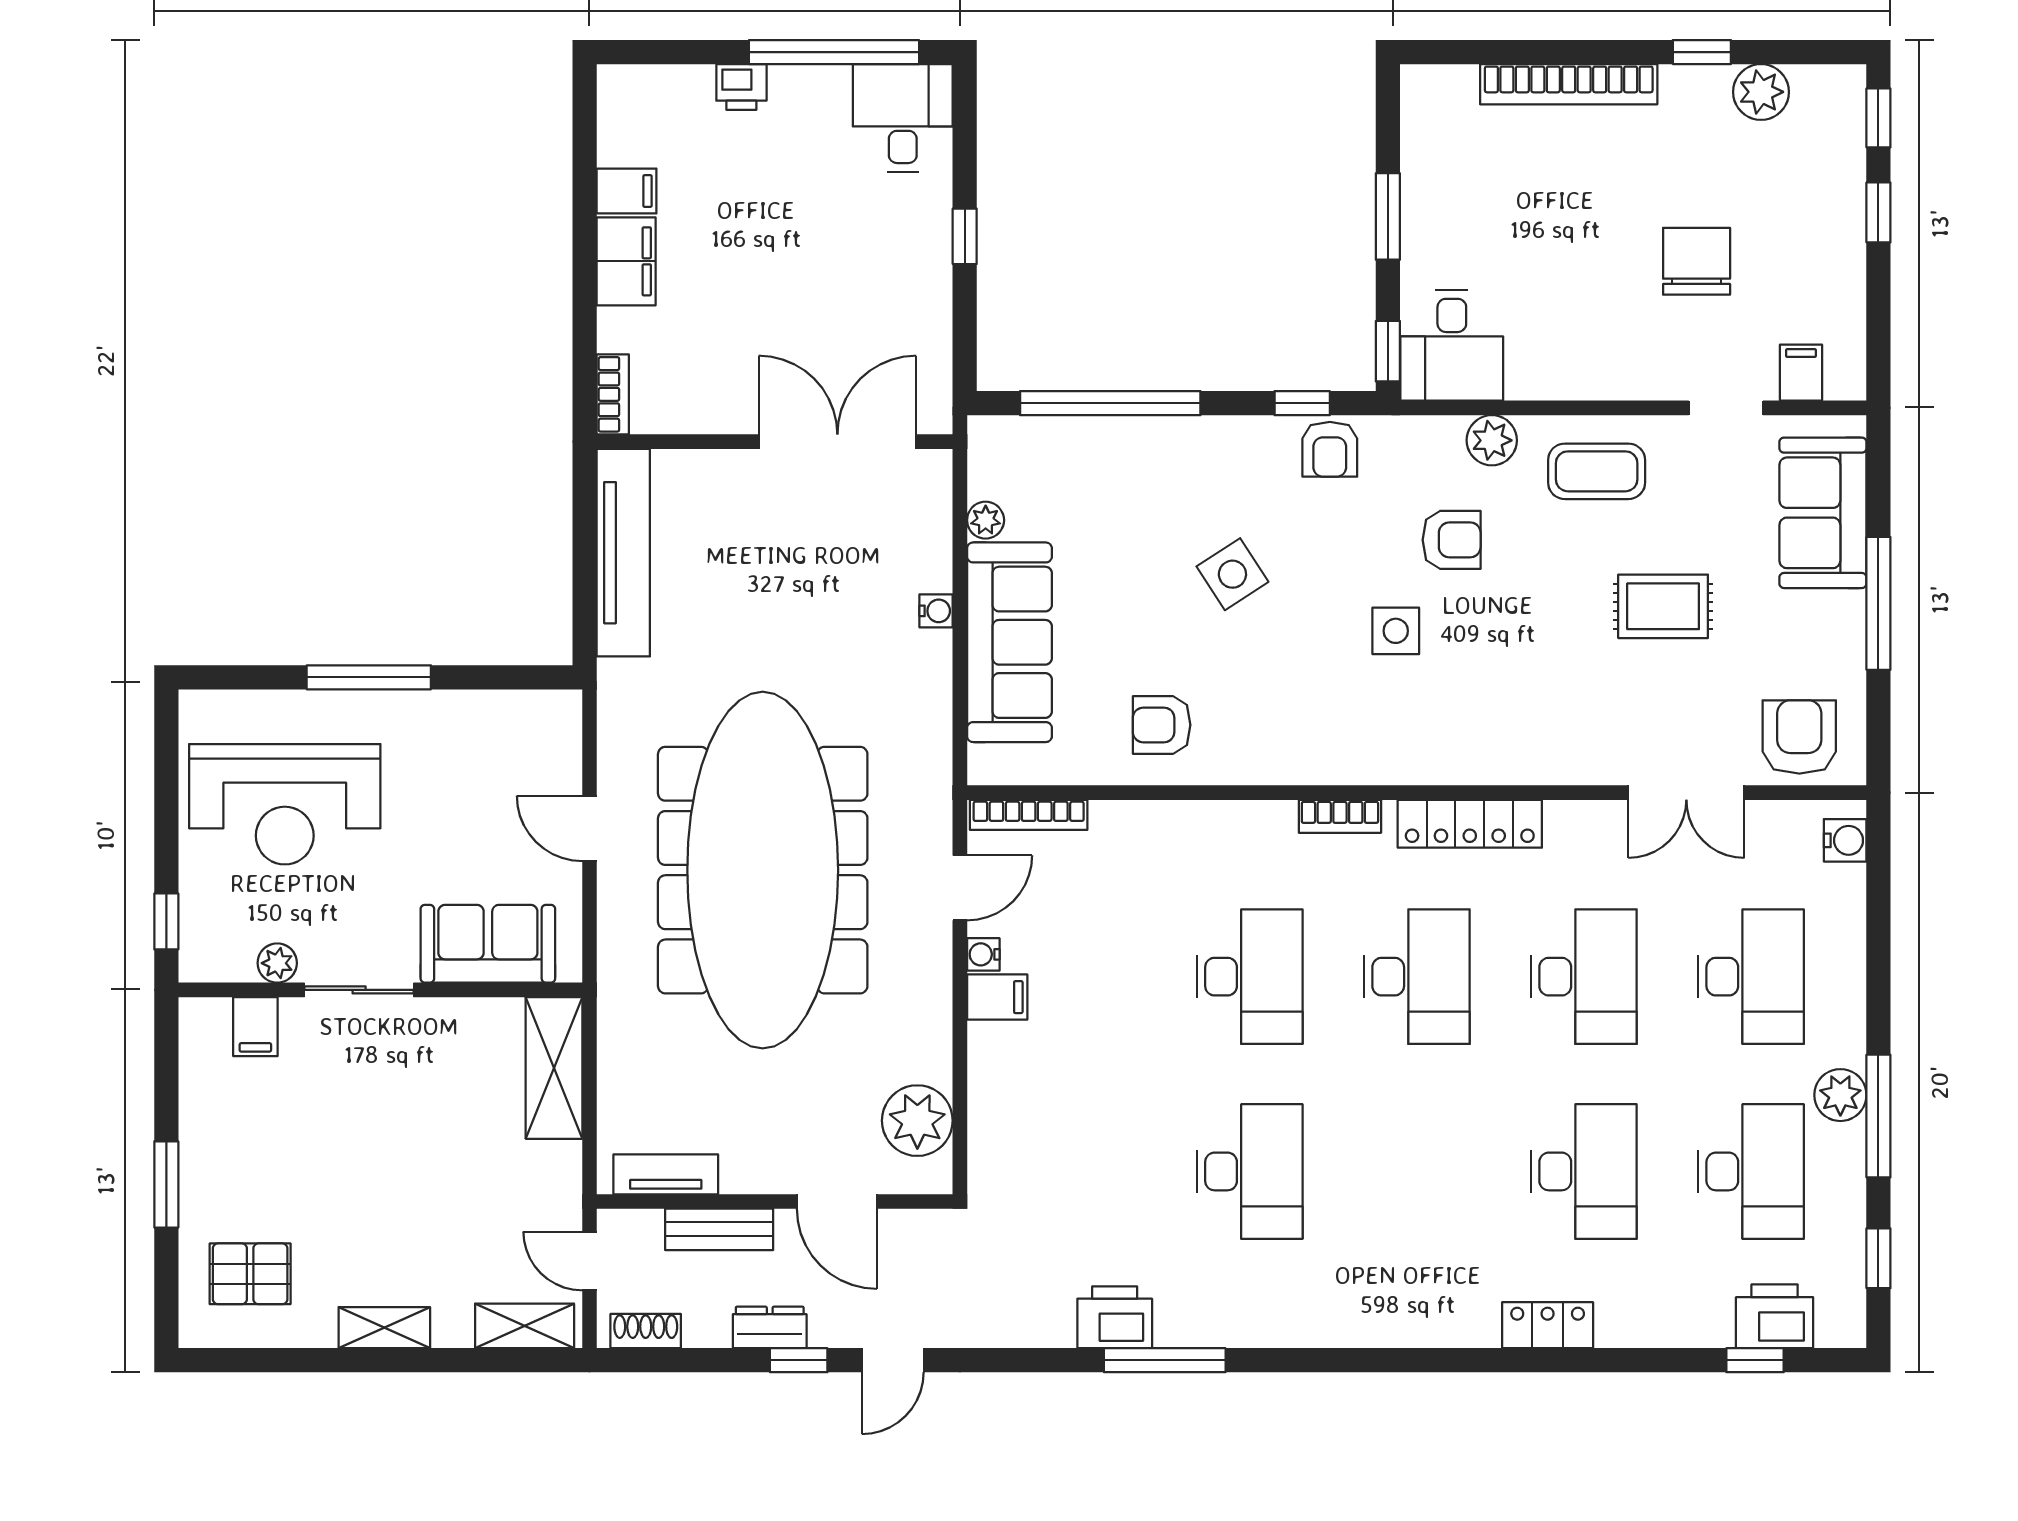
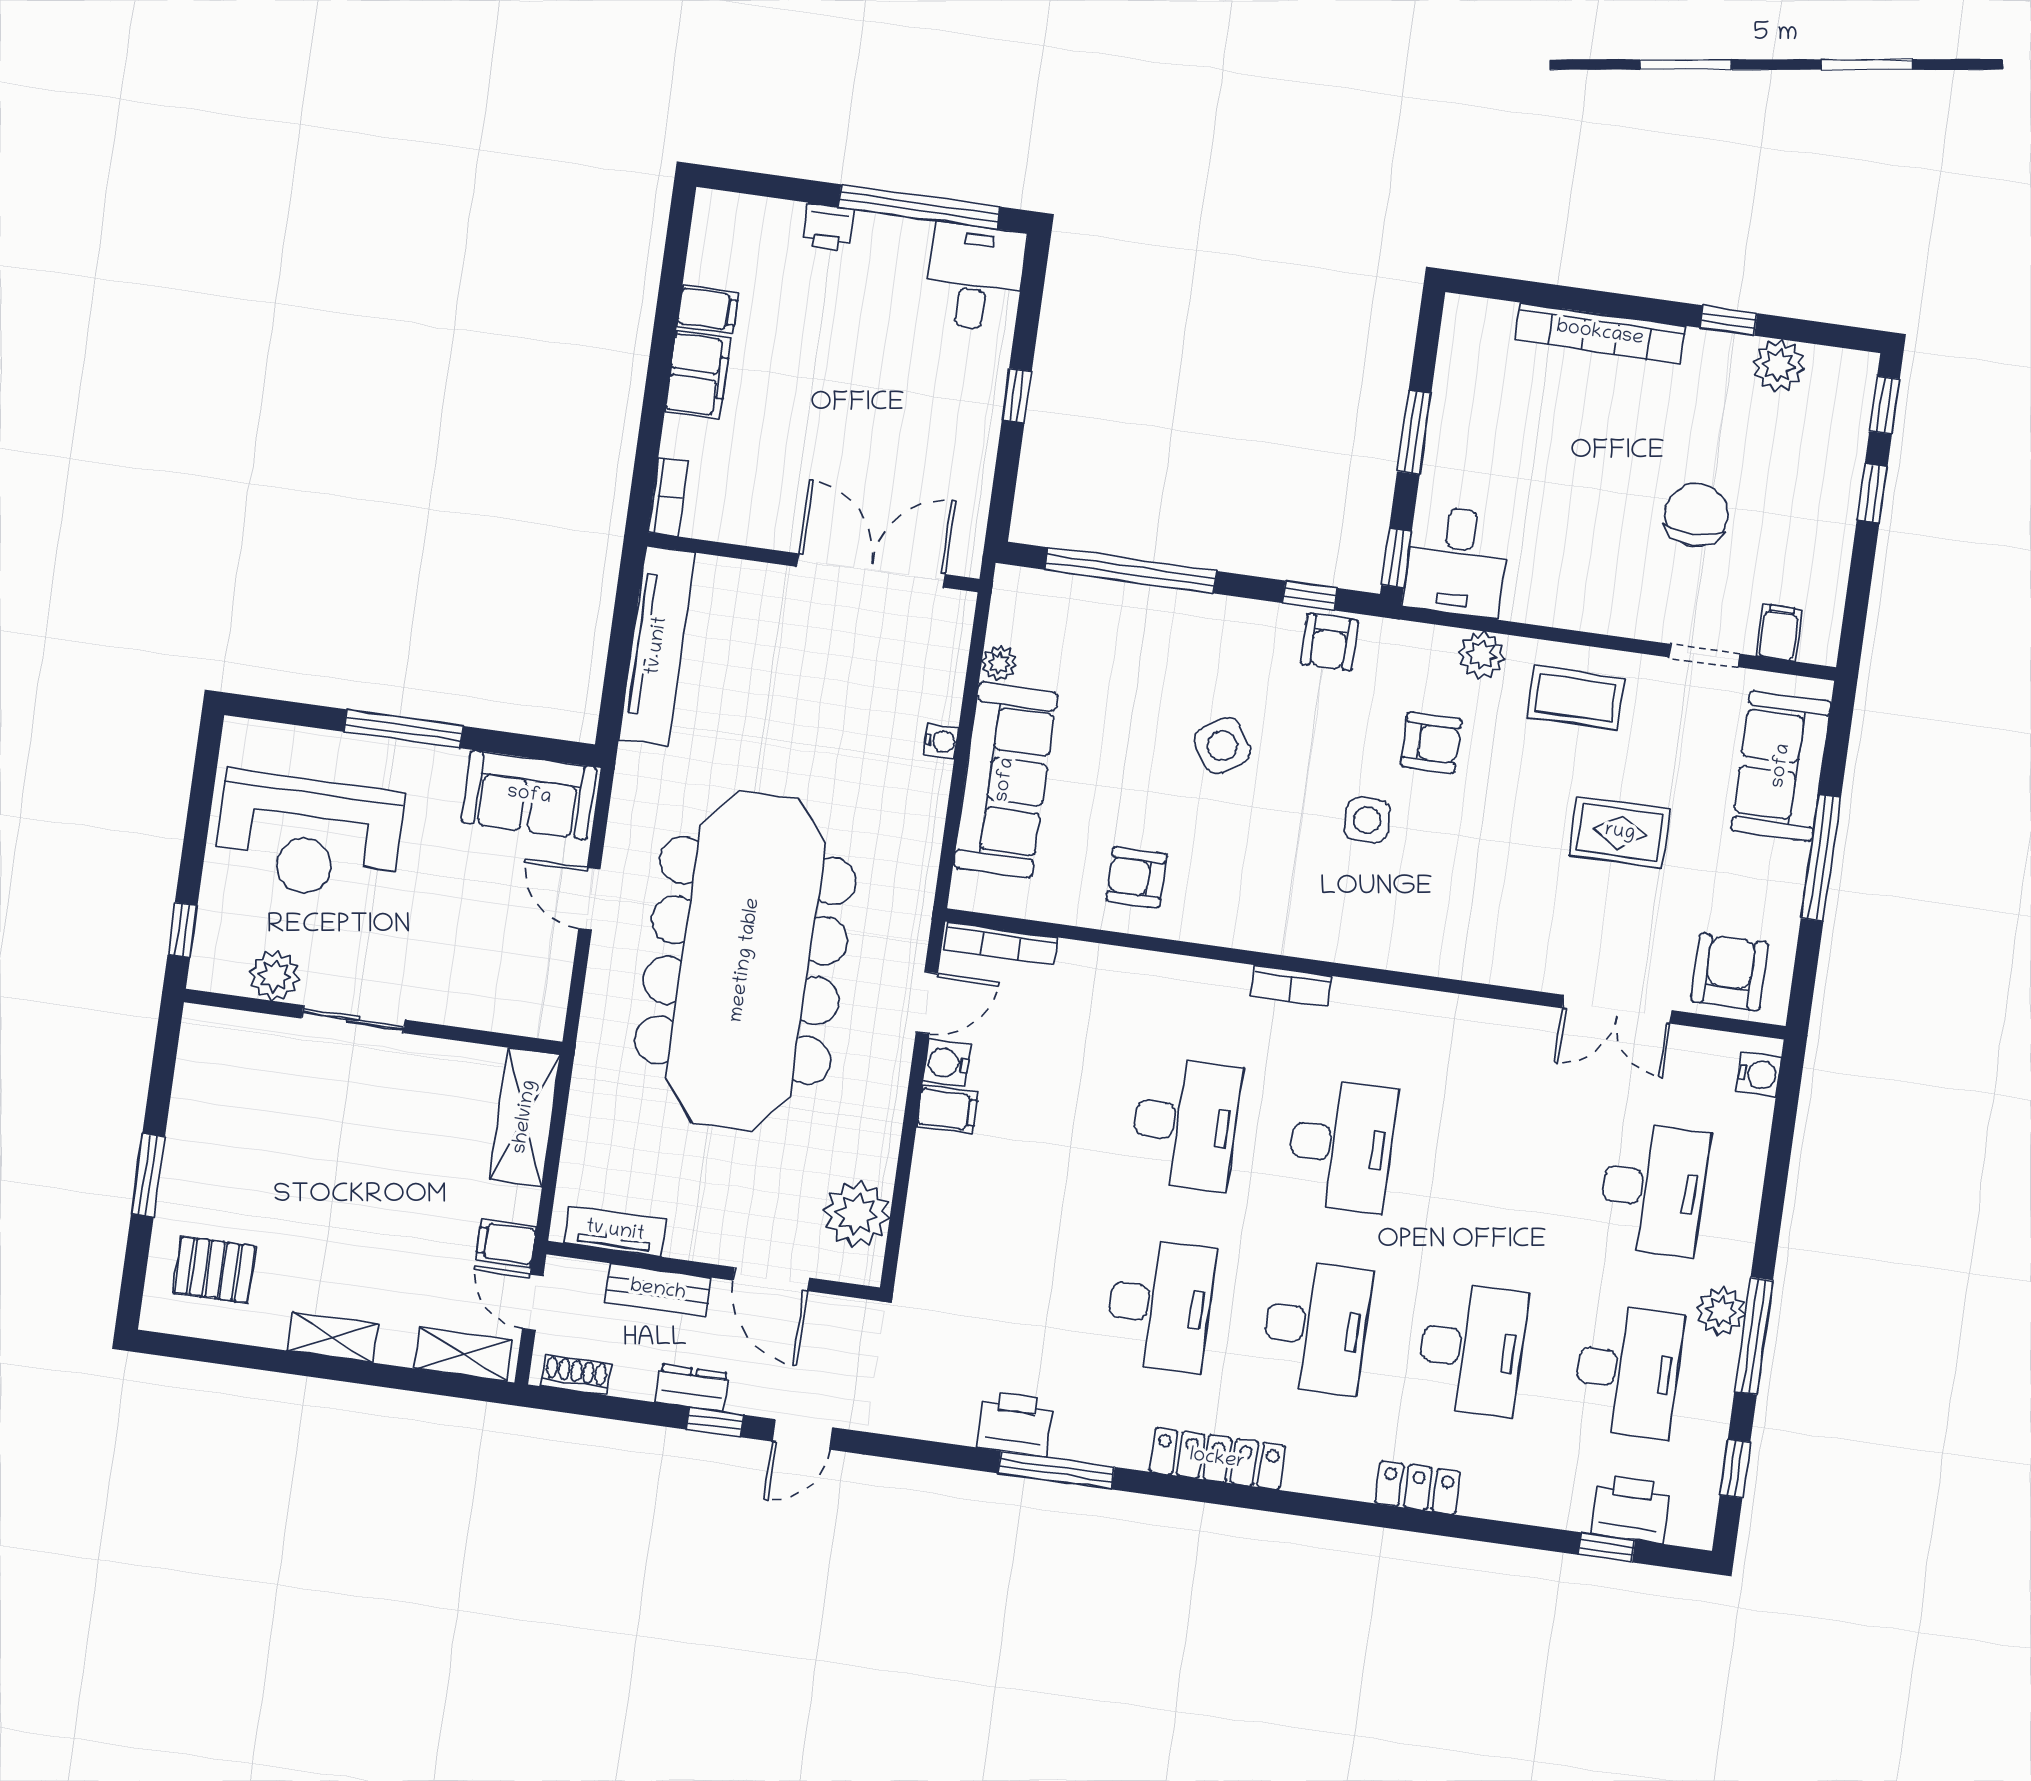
locker: (1470, 824) -> (1217, 1459), moved, turned 180
sofa: (488, 944) -> (529, 795), moved, turned 180
water cooler: (983, 954) -> (947, 1063), width x1.38, depth x1.38
plant: (277, 963) -> (275, 976), width x1.38, depth x1.38
desk: (1584, 977) -> (1316, 1327), moved
filing cabinet: (255, 1027) -> (506, 1243), moved, turned 90

